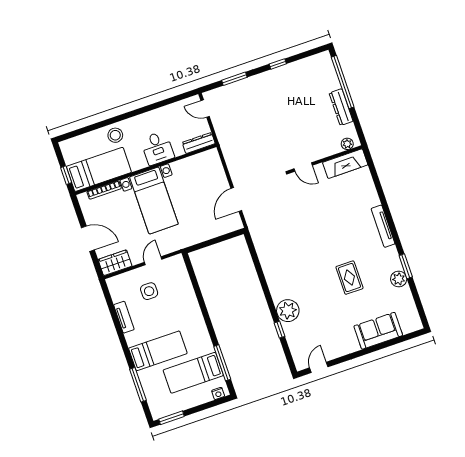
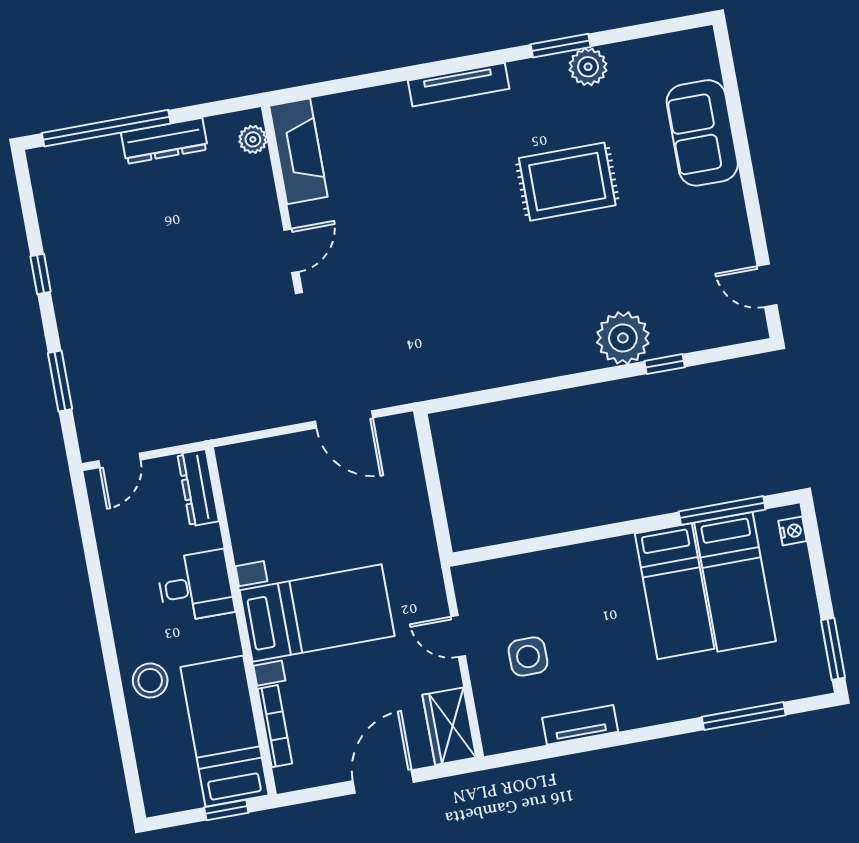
rug: (349, 278) -> (567, 182), width x1.36, depth x1.43
bed: (158, 351) -> (675, 591), moved, turned 180

